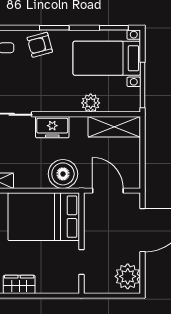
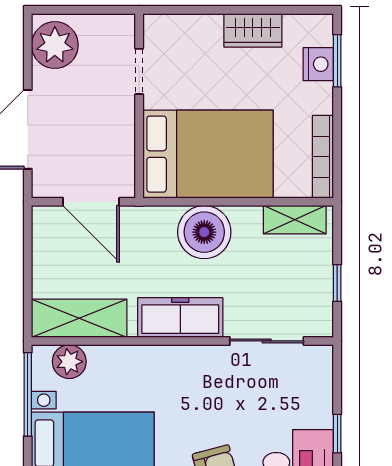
plant: (91, 103) -> (69, 362), moved
freezer: (52, 127) -> (180, 317), width x1.40
boiler: (63, 174) -> (204, 232), moved

